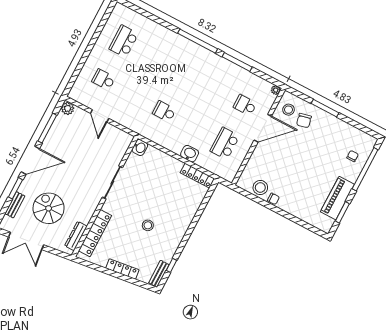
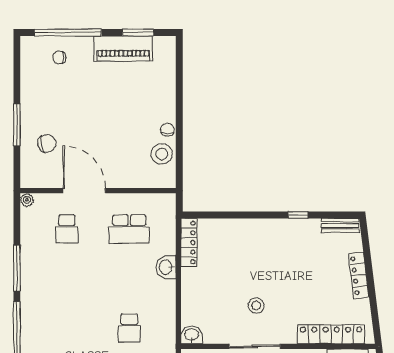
stool: (289, 110) -> (43, 170), removed
stool: (148, 225) -> (256, 305), moved
window: (172, 265) -> (298, 215), moved

